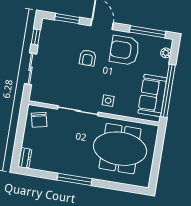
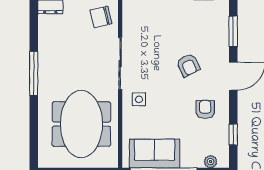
window: (148, 32) -> (233, 135), width x0.46
armchair: (124, 50) -> (205, 109), width x0.53, depth x0.53
armchair: (88, 58) -> (188, 65), turned -116

